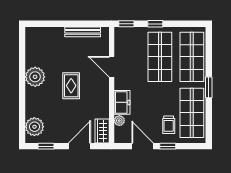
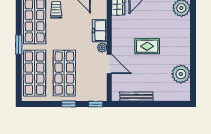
plant: (35, 77) -> (181, 74), moved
rug: (71, 86) -> (147, 46), turned 90
plant: (119, 121) -> (102, 48), moved

